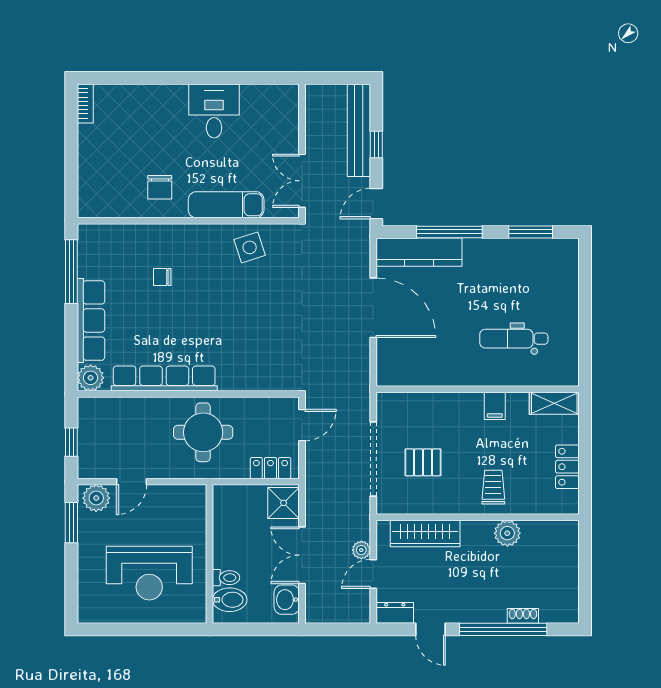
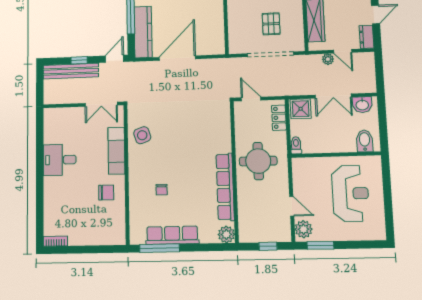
door: (376, 204) -> (114, 59), swing flipped
row of seats: (91, 321) -> (172, 235), moved
toilet: (226, 578) -> (296, 145), moved

